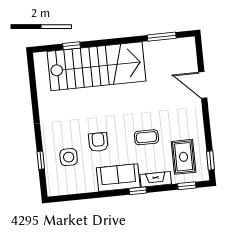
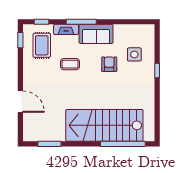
window: (71, 46) -> (123, 144), width x3.17
armchair: (98, 142) -> (109, 64), turned 180
window: (41, 160) -> (157, 70), moved
window: (138, 191) -> (81, 22), width x2.17

